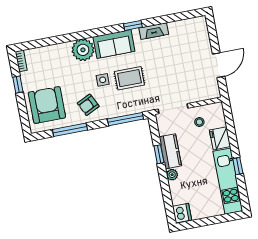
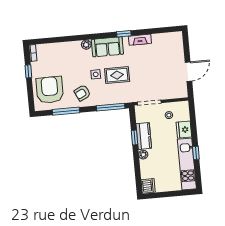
plant: (83, 50) -> (86, 45), width x0.53, depth x0.53

